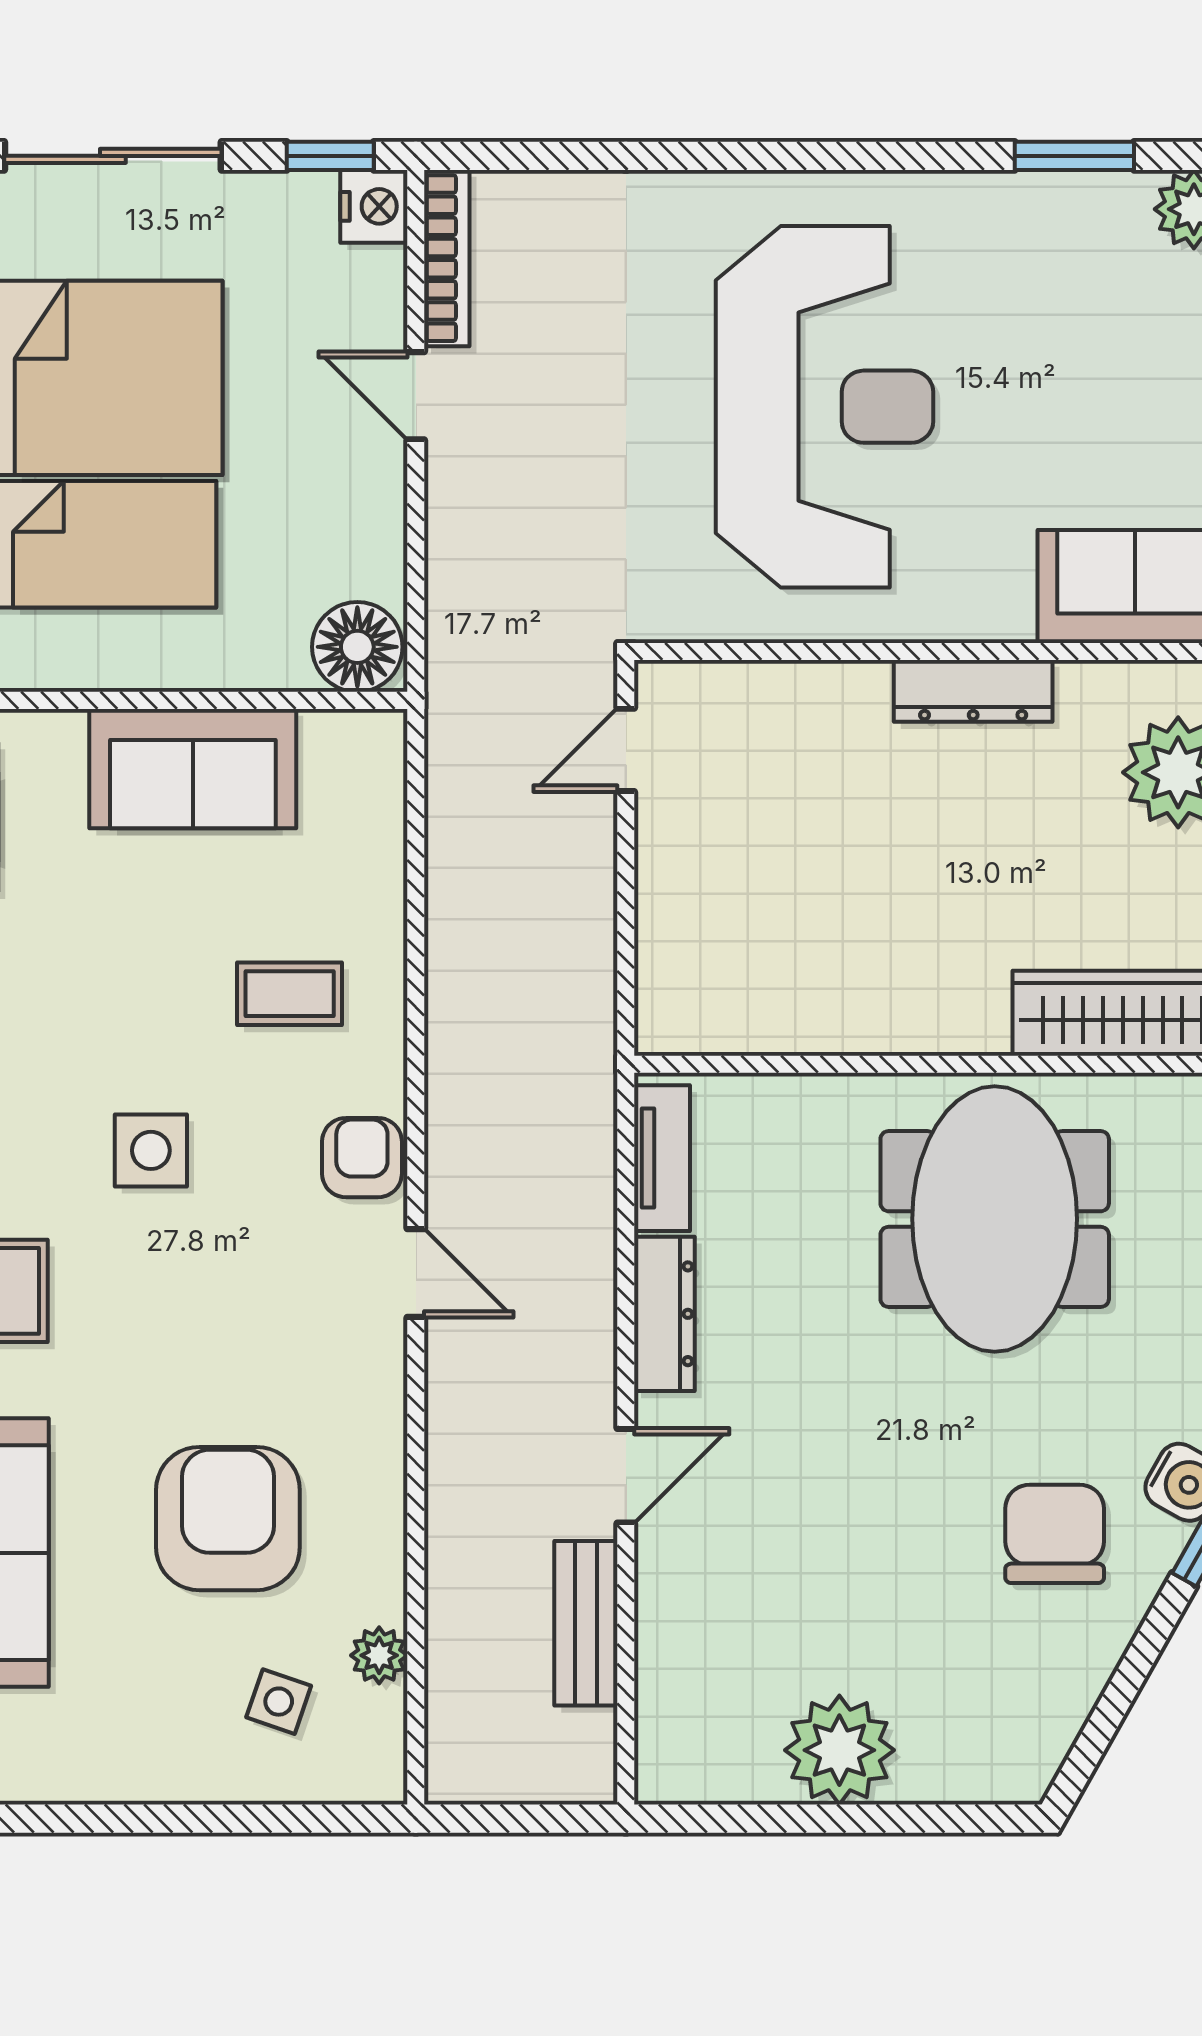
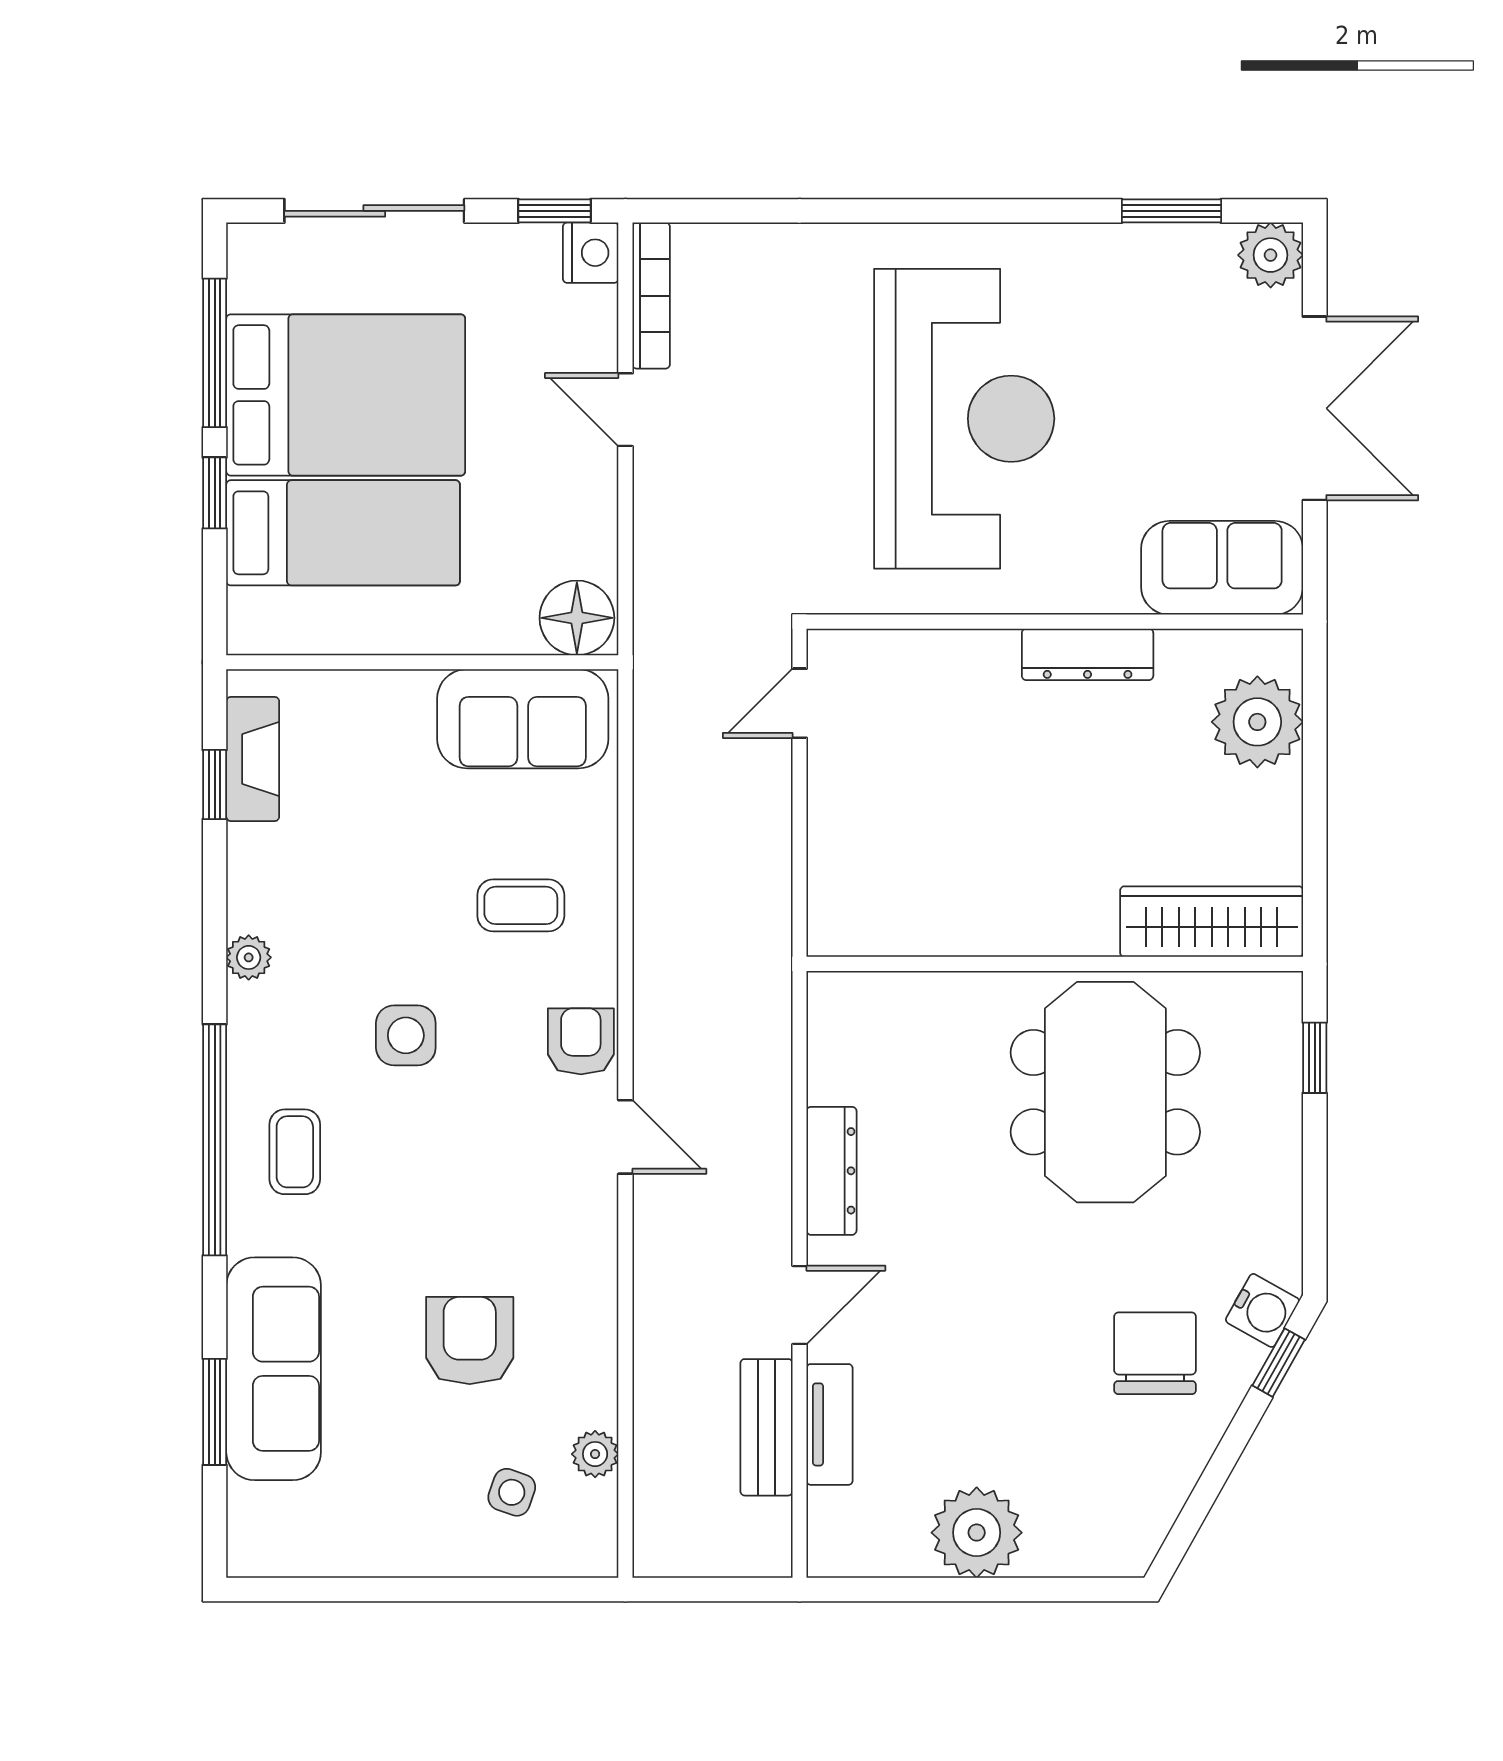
sofa: (193, 769) -> (523, 719), moved
tv unit: (662, 1158) -> (830, 1424), moved
armchair: (228, 1519) -> (470, 1341), width x0.73, depth x0.73

